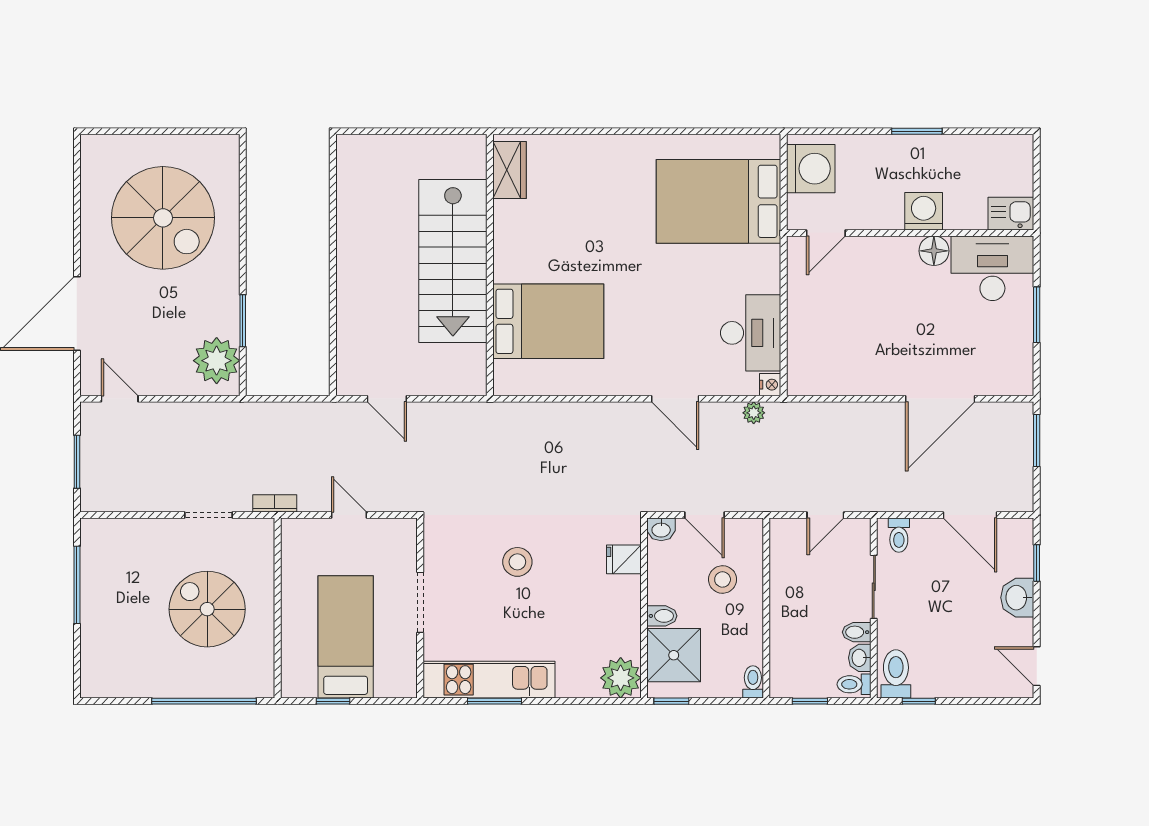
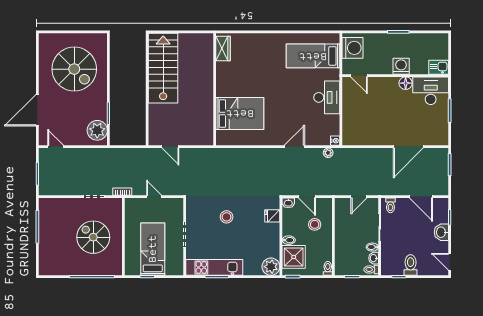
bed: (719, 201) -> (313, 56), width x0.67
door: (826, 233) -> (359, 76), hinge flipped
stairs: (453, 261) -> (163, 68), moved, turned 180
desk: (751, 333) -> (327, 97), moved
door: (675, 399) -> (294, 147), swing flipped
toilet: (896, 674) -> (411, 265), moved

